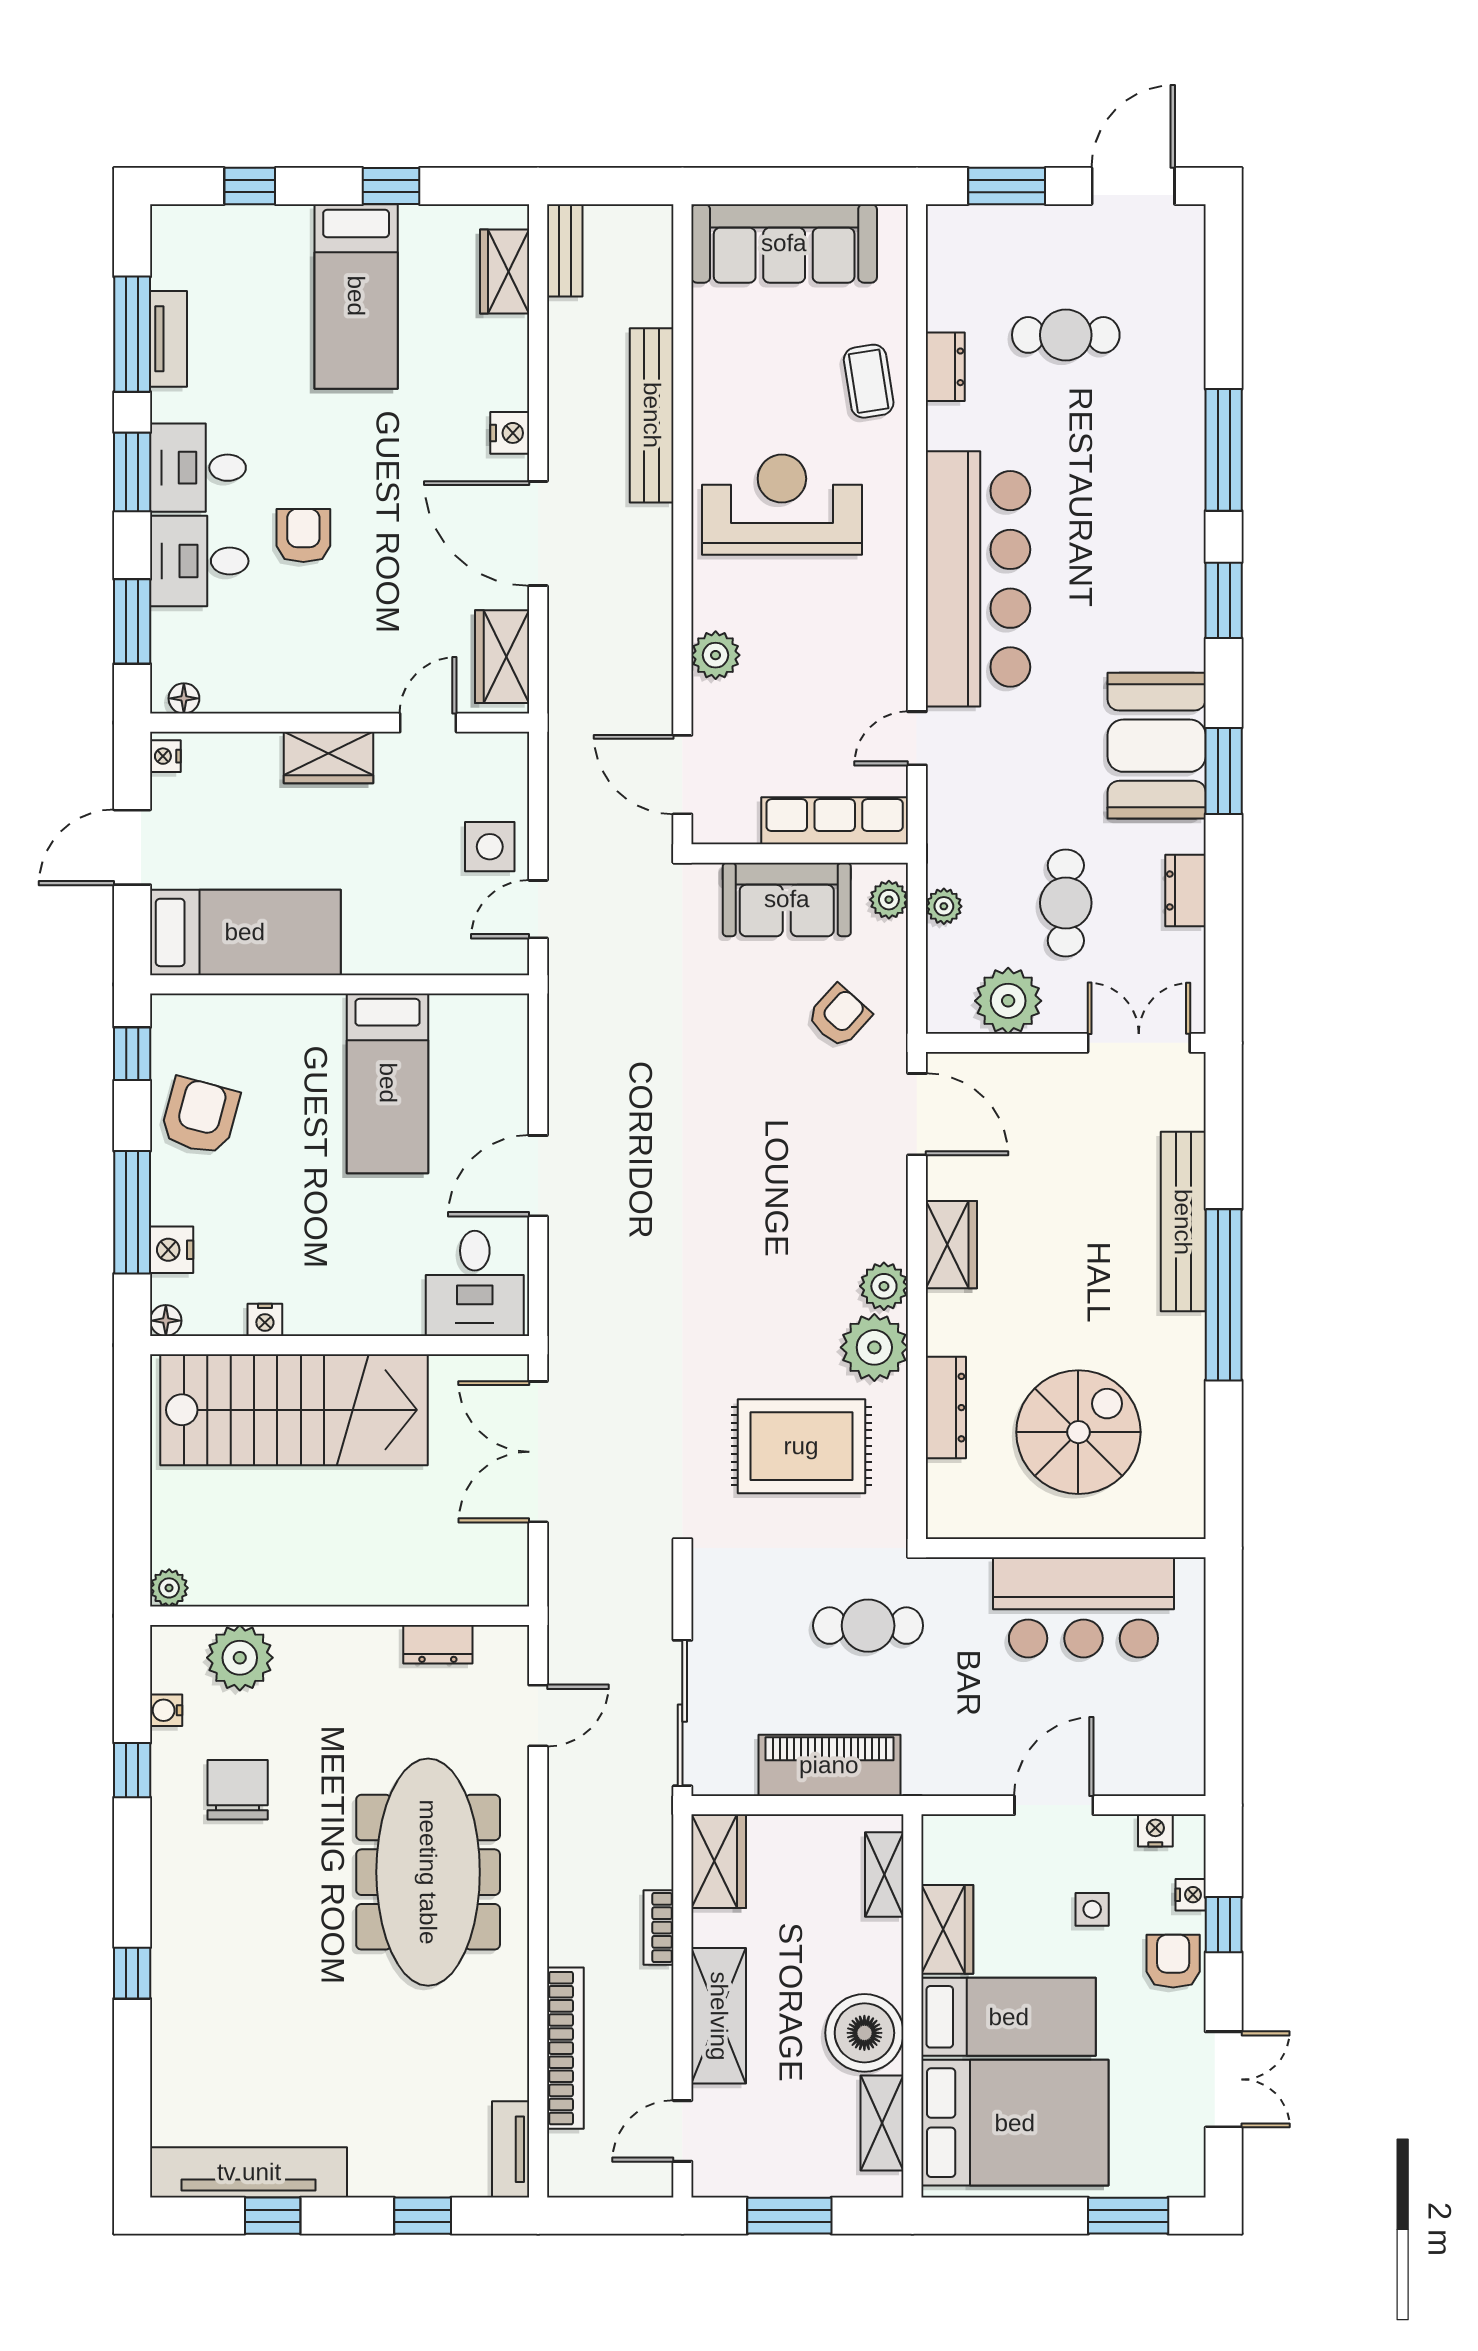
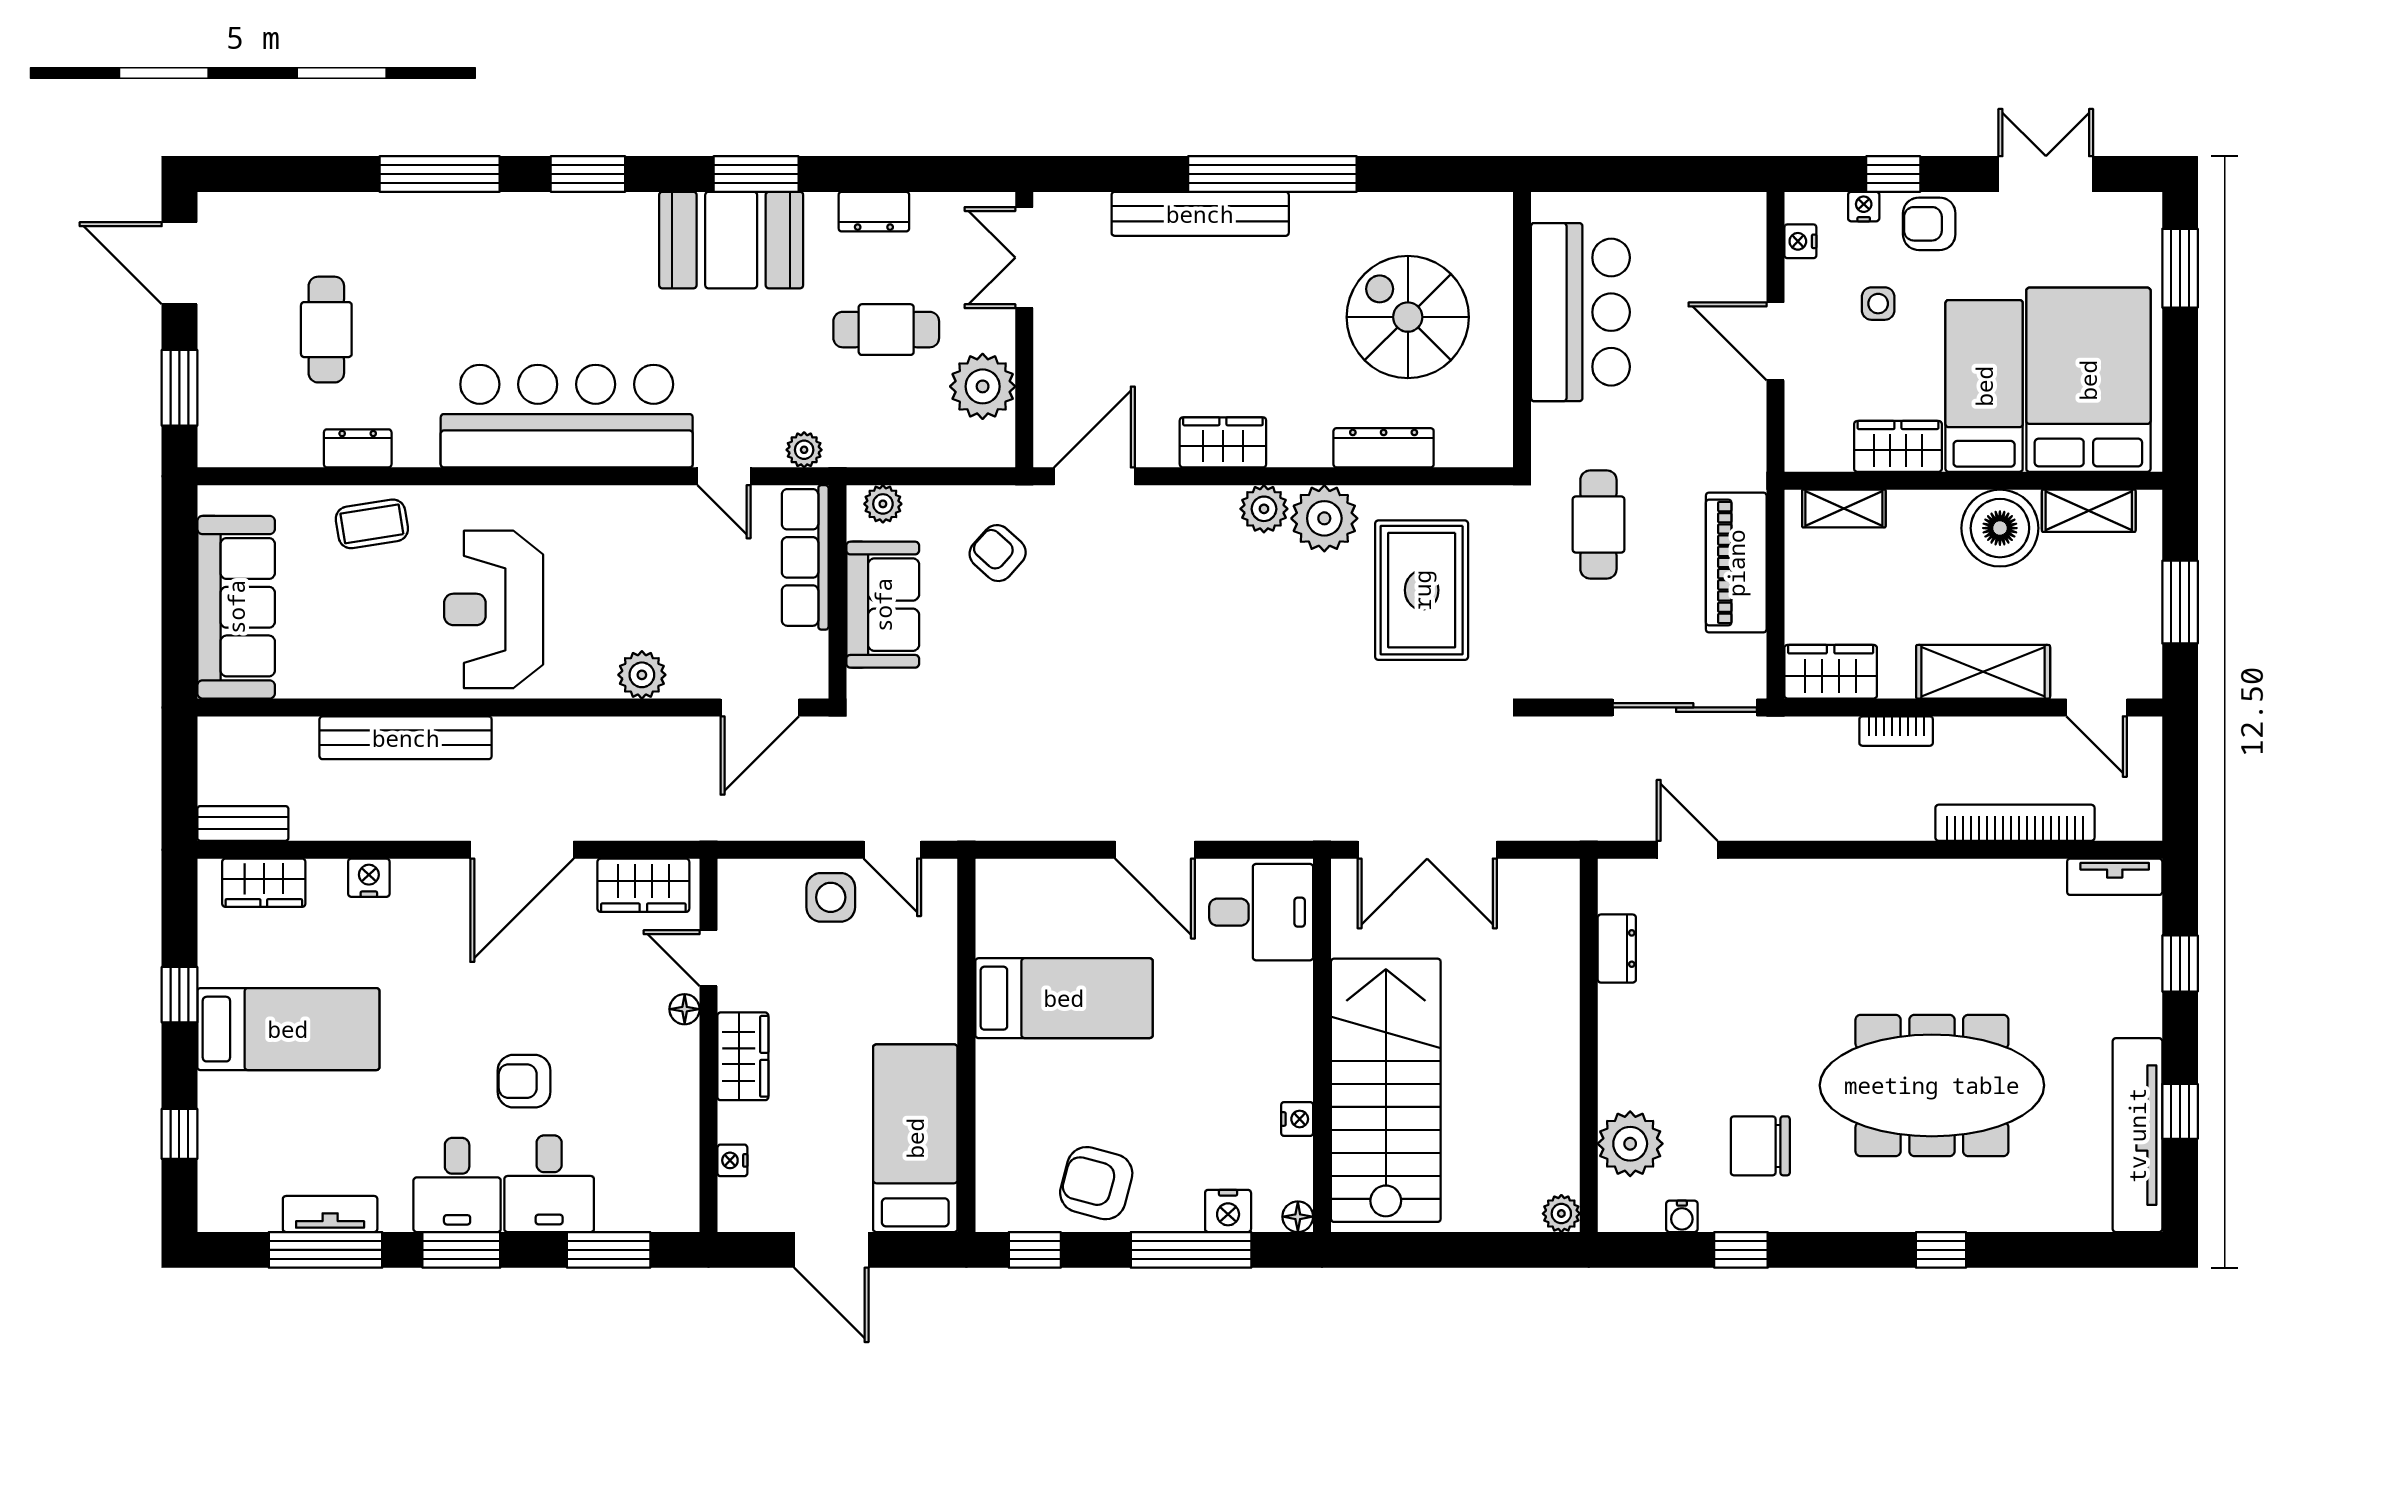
nightstand: (510, 433) -> (369, 878), moved
floor lamp: (184, 698) -> (685, 1009), moved
nightstand: (165, 756) -> (732, 1160), moved, turned 90
plant: (944, 906) -> (804, 450), moved
meeting table: (428, 1872) -> (1932, 1085), moved

